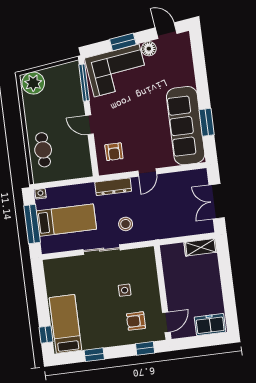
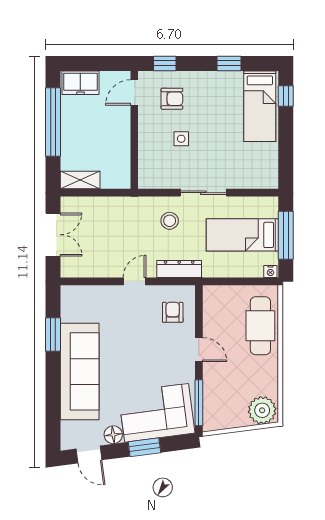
sofa: (186, 126) -> (80, 371), moved
cafe table: (43, 150) -> (260, 326), width x1.37, depth x1.35
window: (228, 291) -> (53, 122), added

